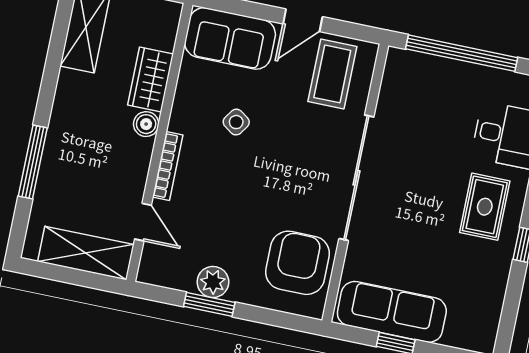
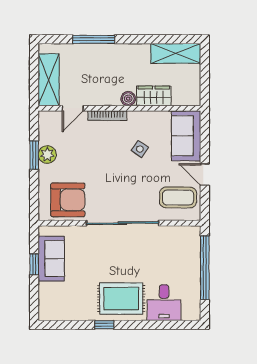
rug: (485, 207) -> (121, 299), width x1.36, depth x1.43
sofa: (392, 312) -> (51, 259), width x0.73

